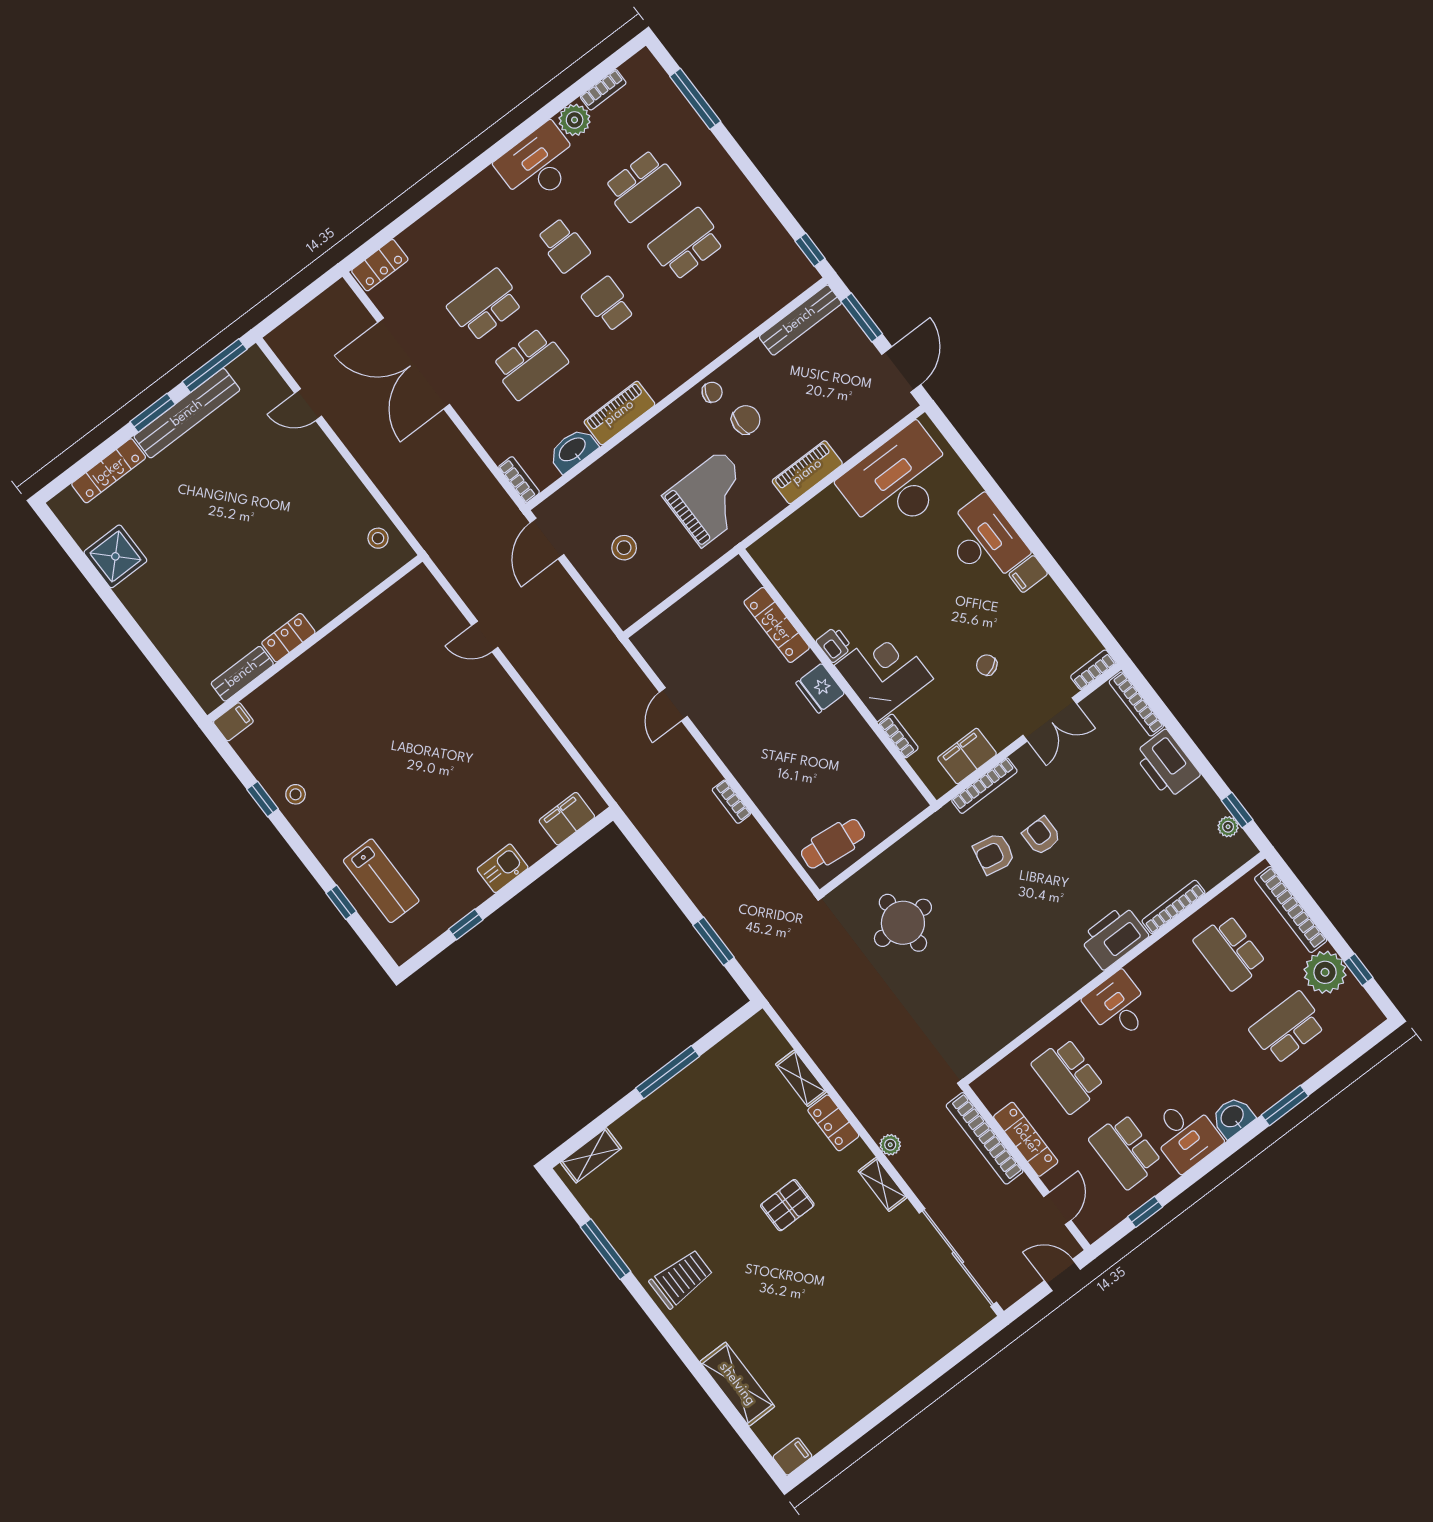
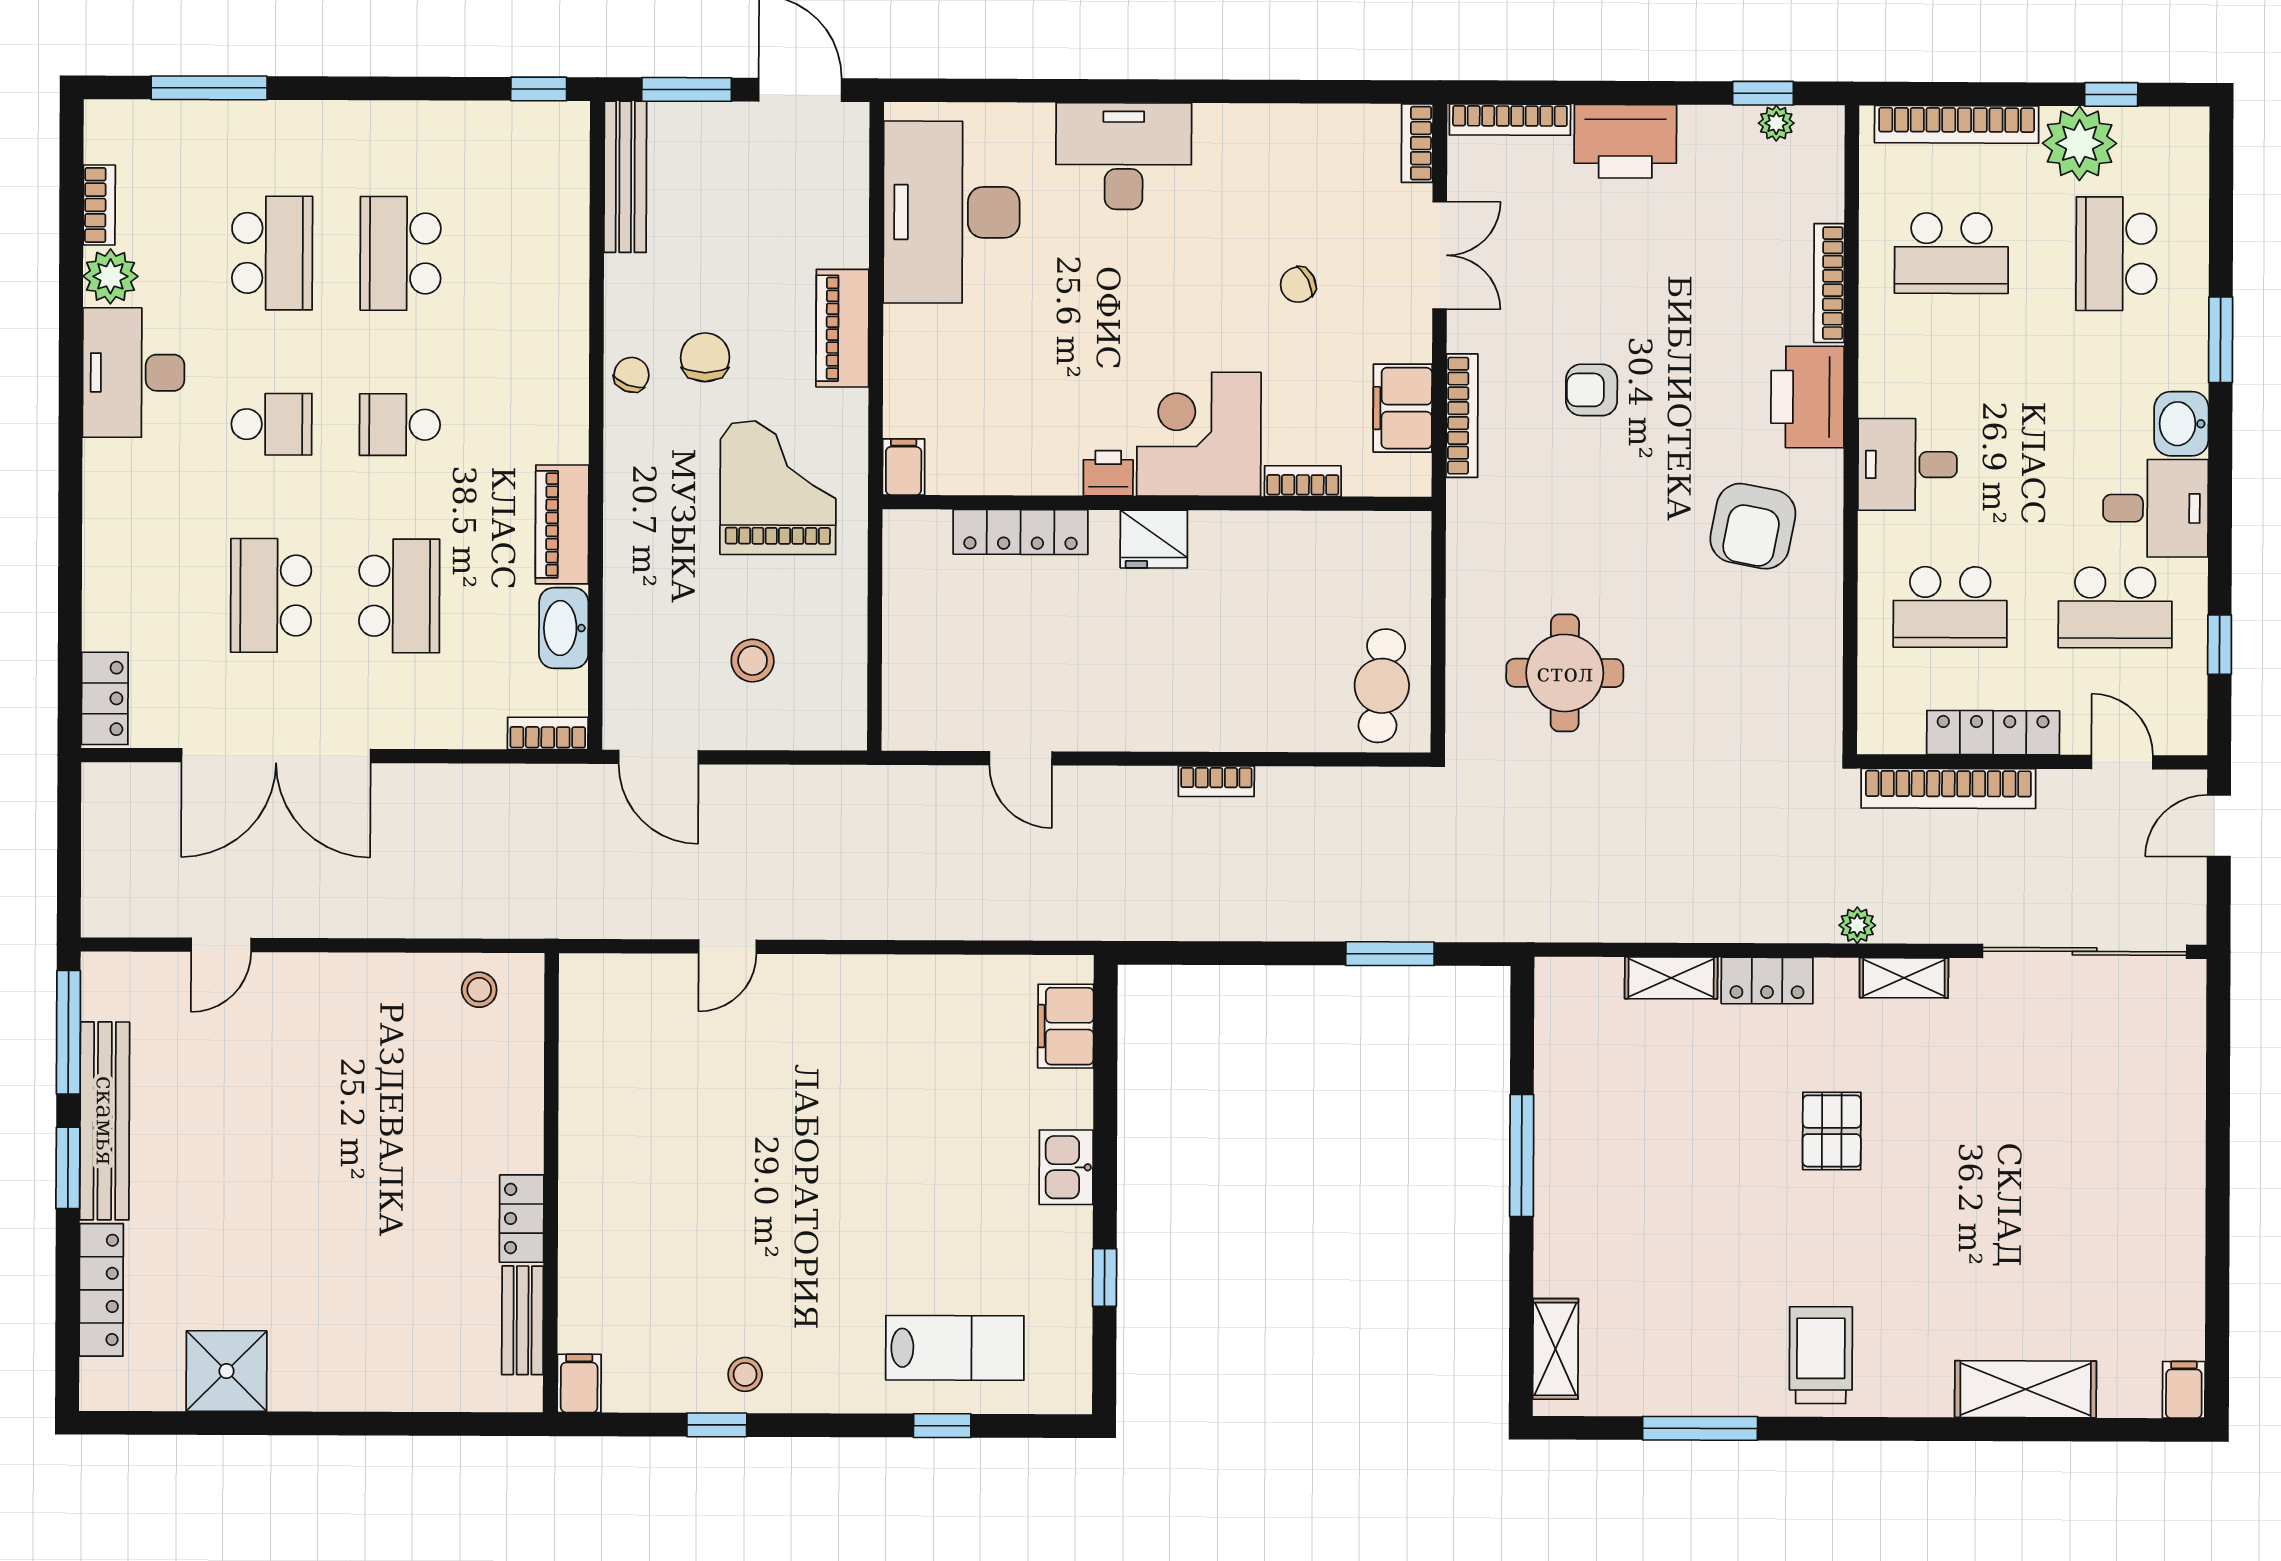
filing cabinet: (1028, 574) -> (904, 467), moved, turned 180
armchair: (994, 854) -> (1753, 526), moved, width x1.38, depth x1.38

